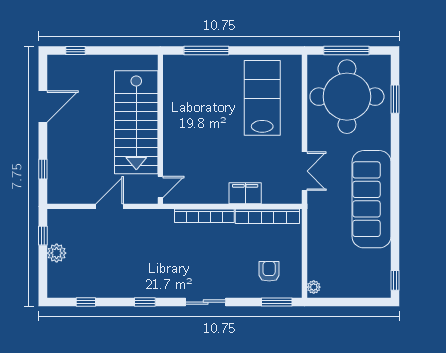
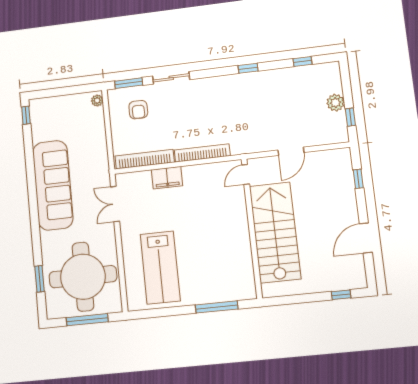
sliding door: (206, 302) -> (171, 78), moved

